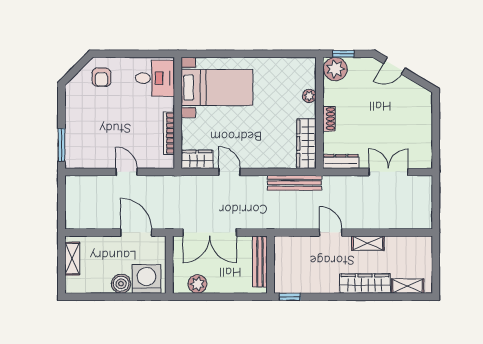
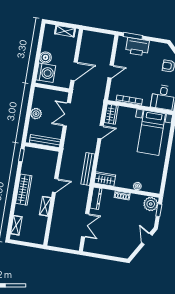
printer: (78, 134) -> (137, 47), added
wardrobe: (306, 144) -> (105, 179), width x0.67
double door: (210, 233) -> (67, 114), width x0.73
plant: (197, 284) -> (36, 114), moved
wardrobe: (365, 284) -> (24, 190), moved

